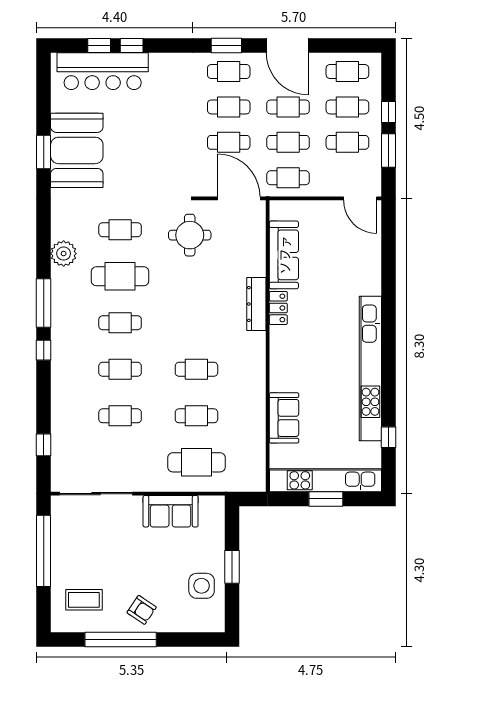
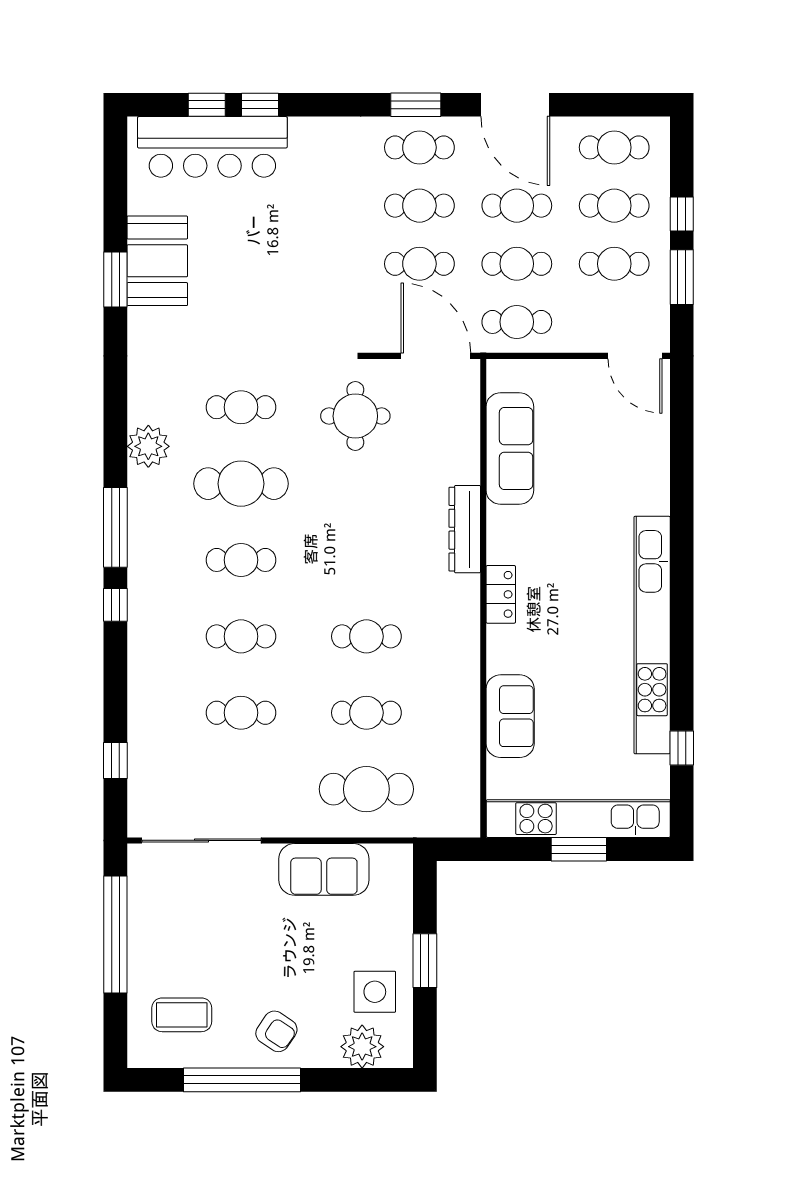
booth: (77, 150) -> (157, 261), width x0.73, depth x0.70
locker: (278, 308) -> (501, 594), moved
plant: (194, 619) -> (362, 1047), added

